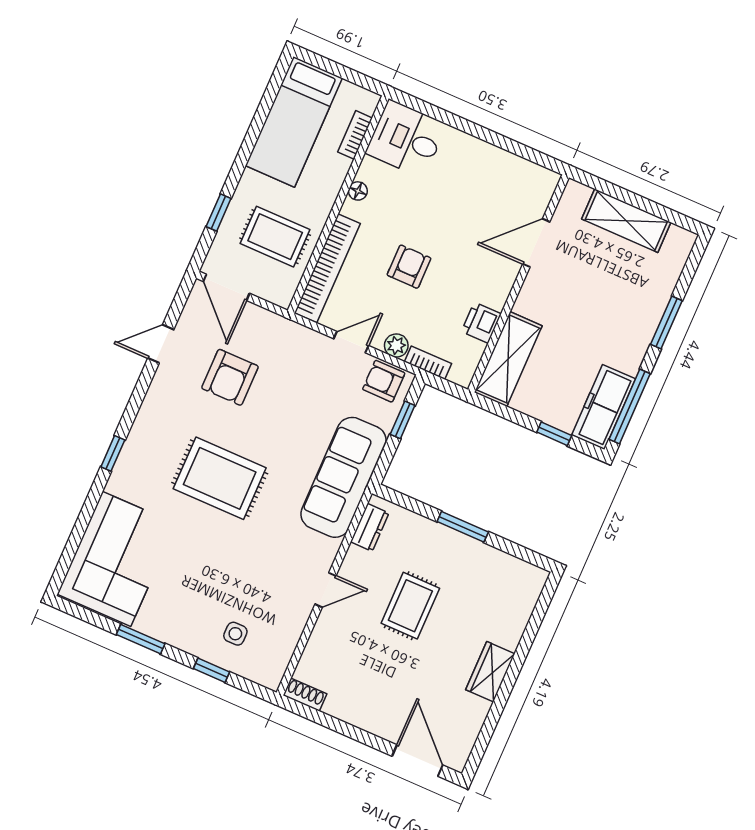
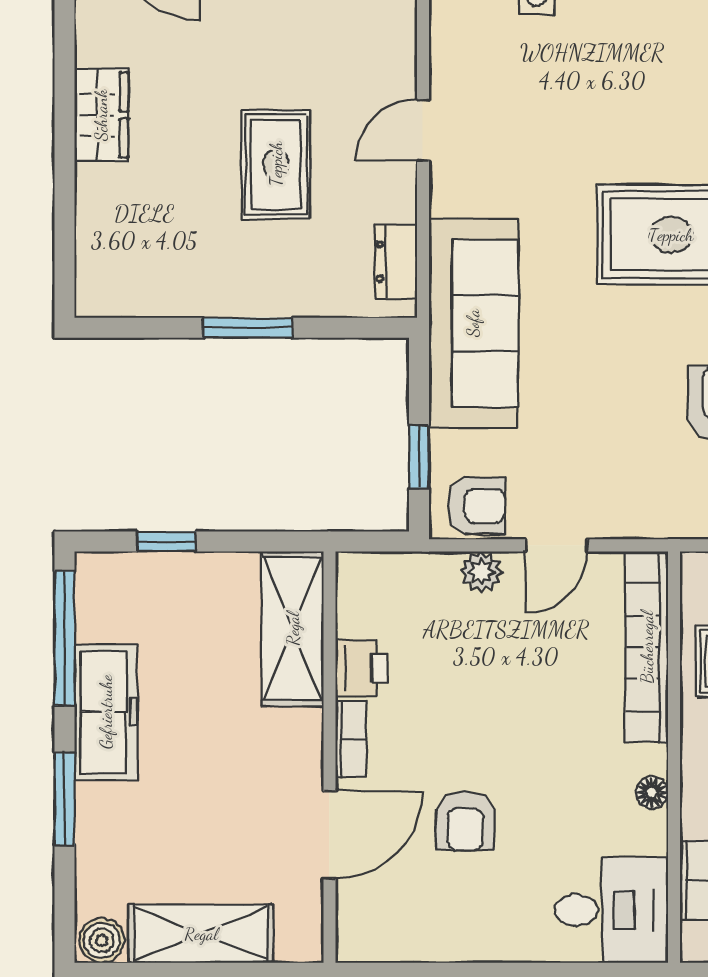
boiler: (680, 240) -> (102, 940), added
armchair: (409, 267) -> (465, 821), moved
bookcase: (428, 363) -> (351, 739), moved, turned -90
freezer: (604, 407) -> (106, 712), moved

